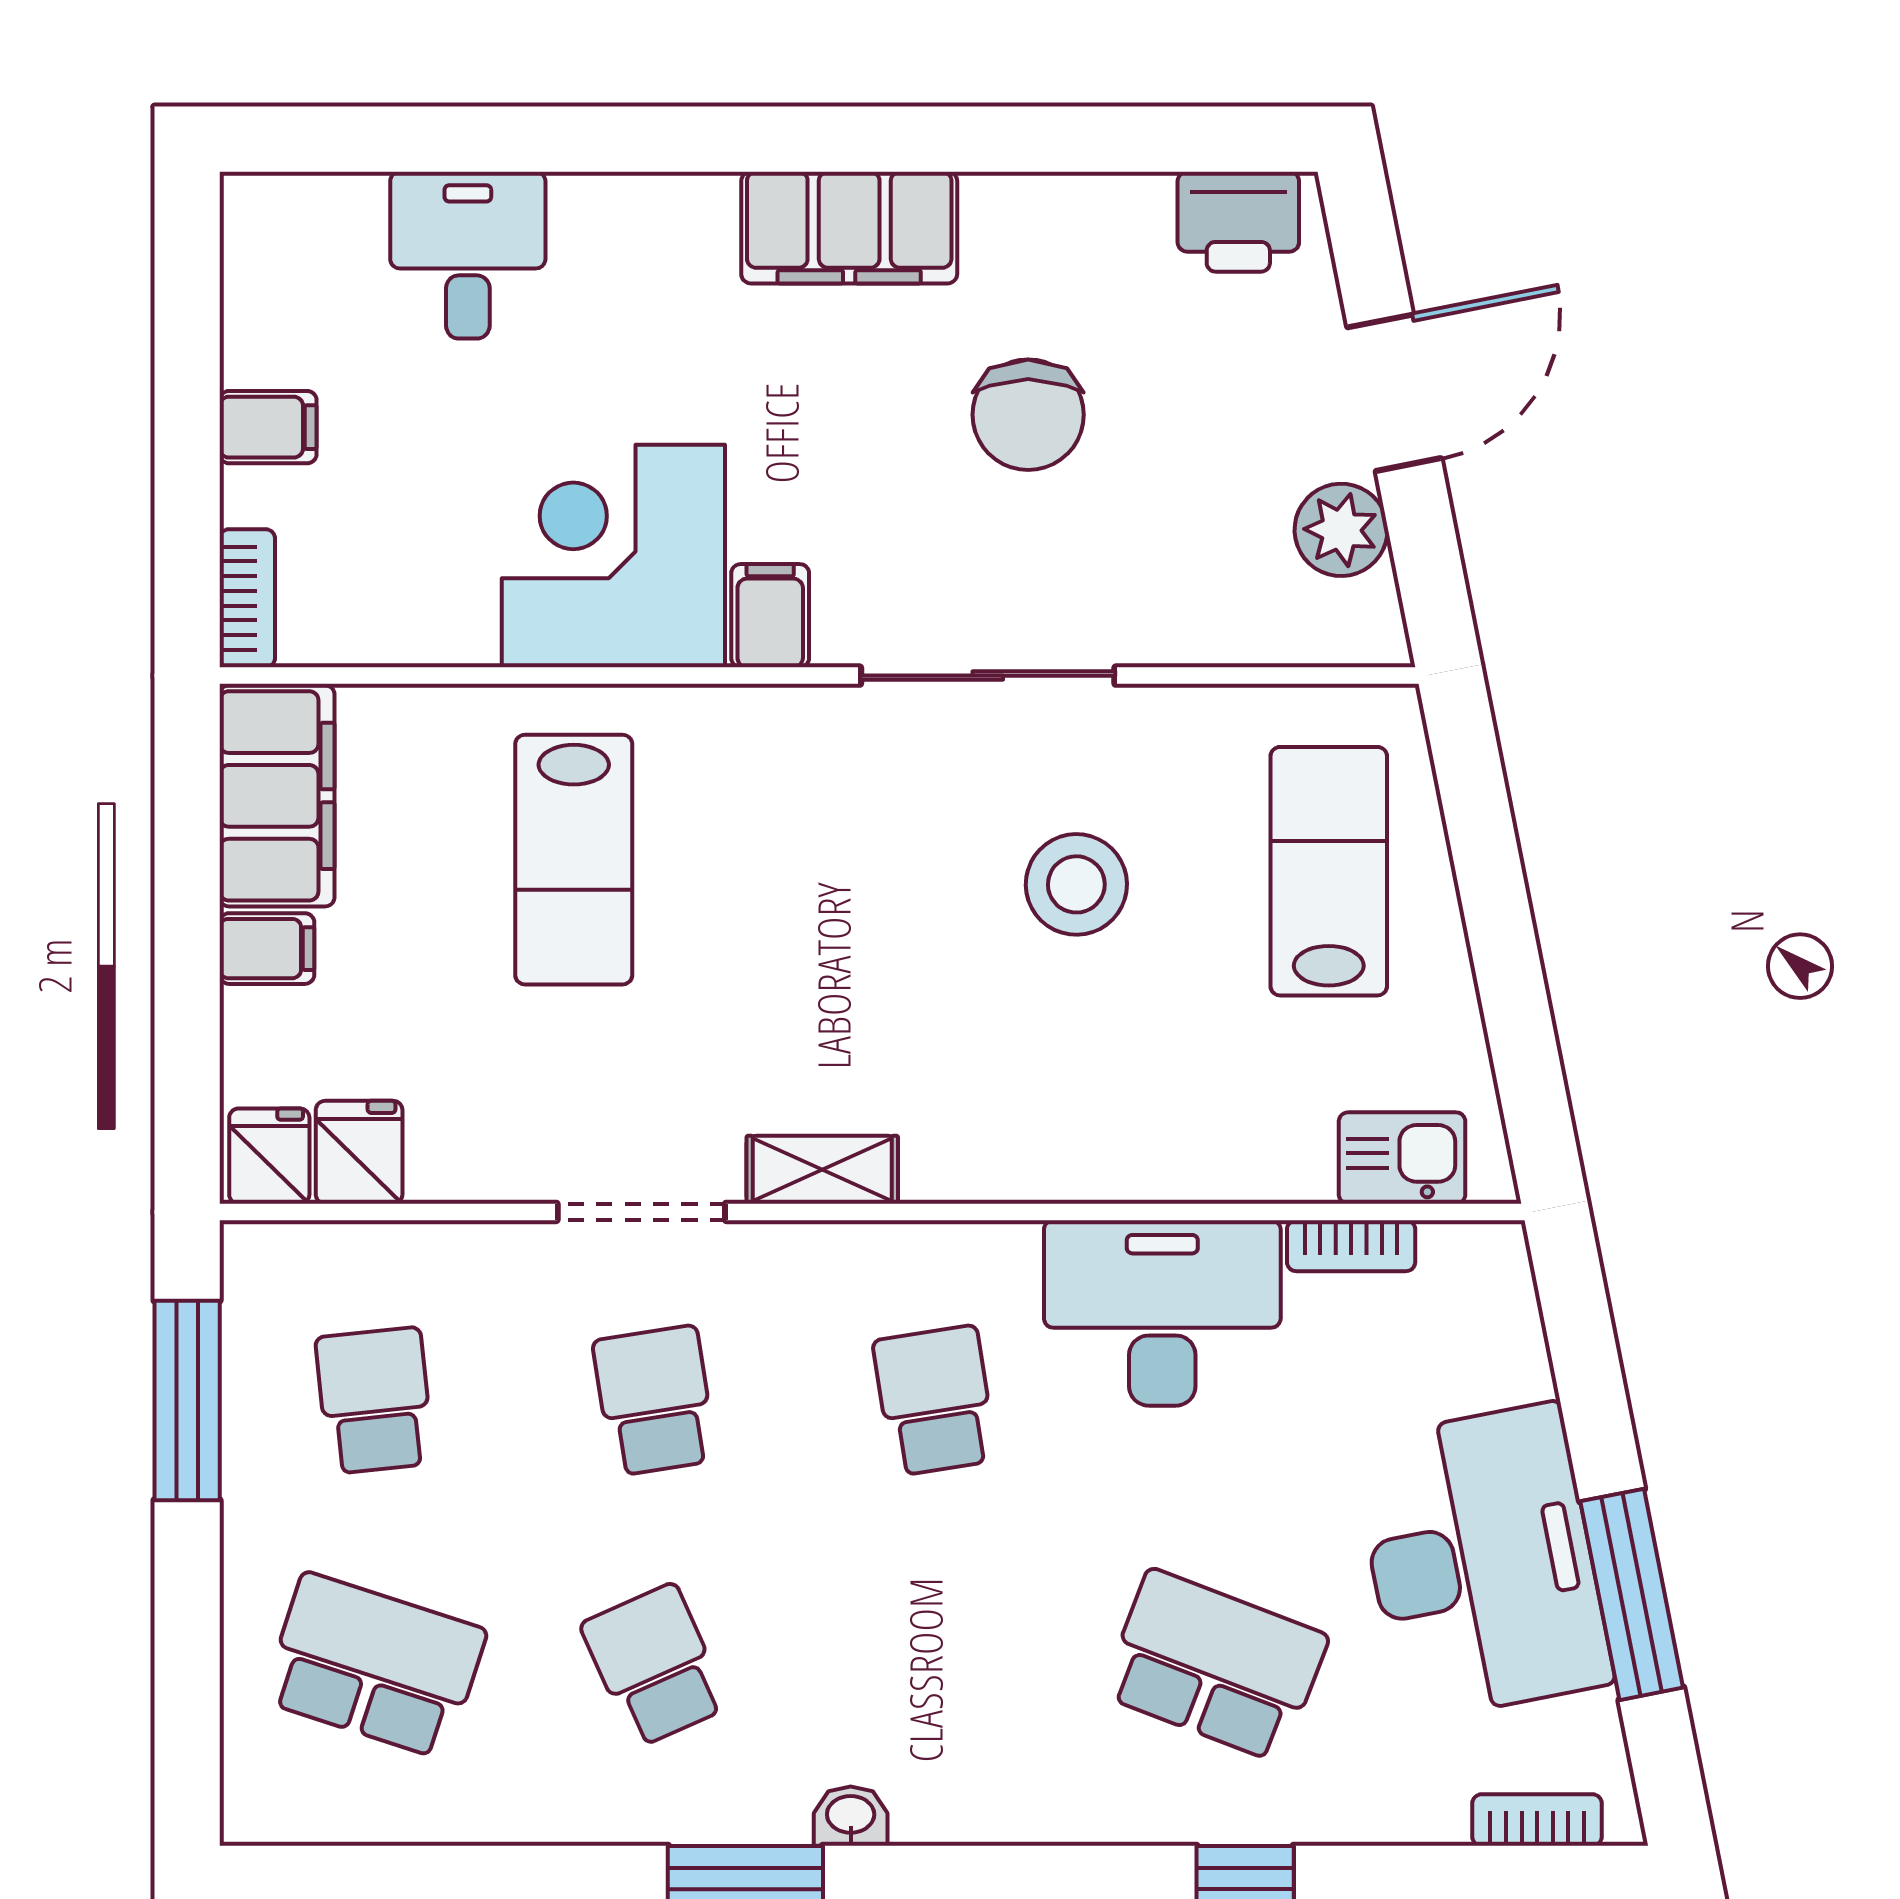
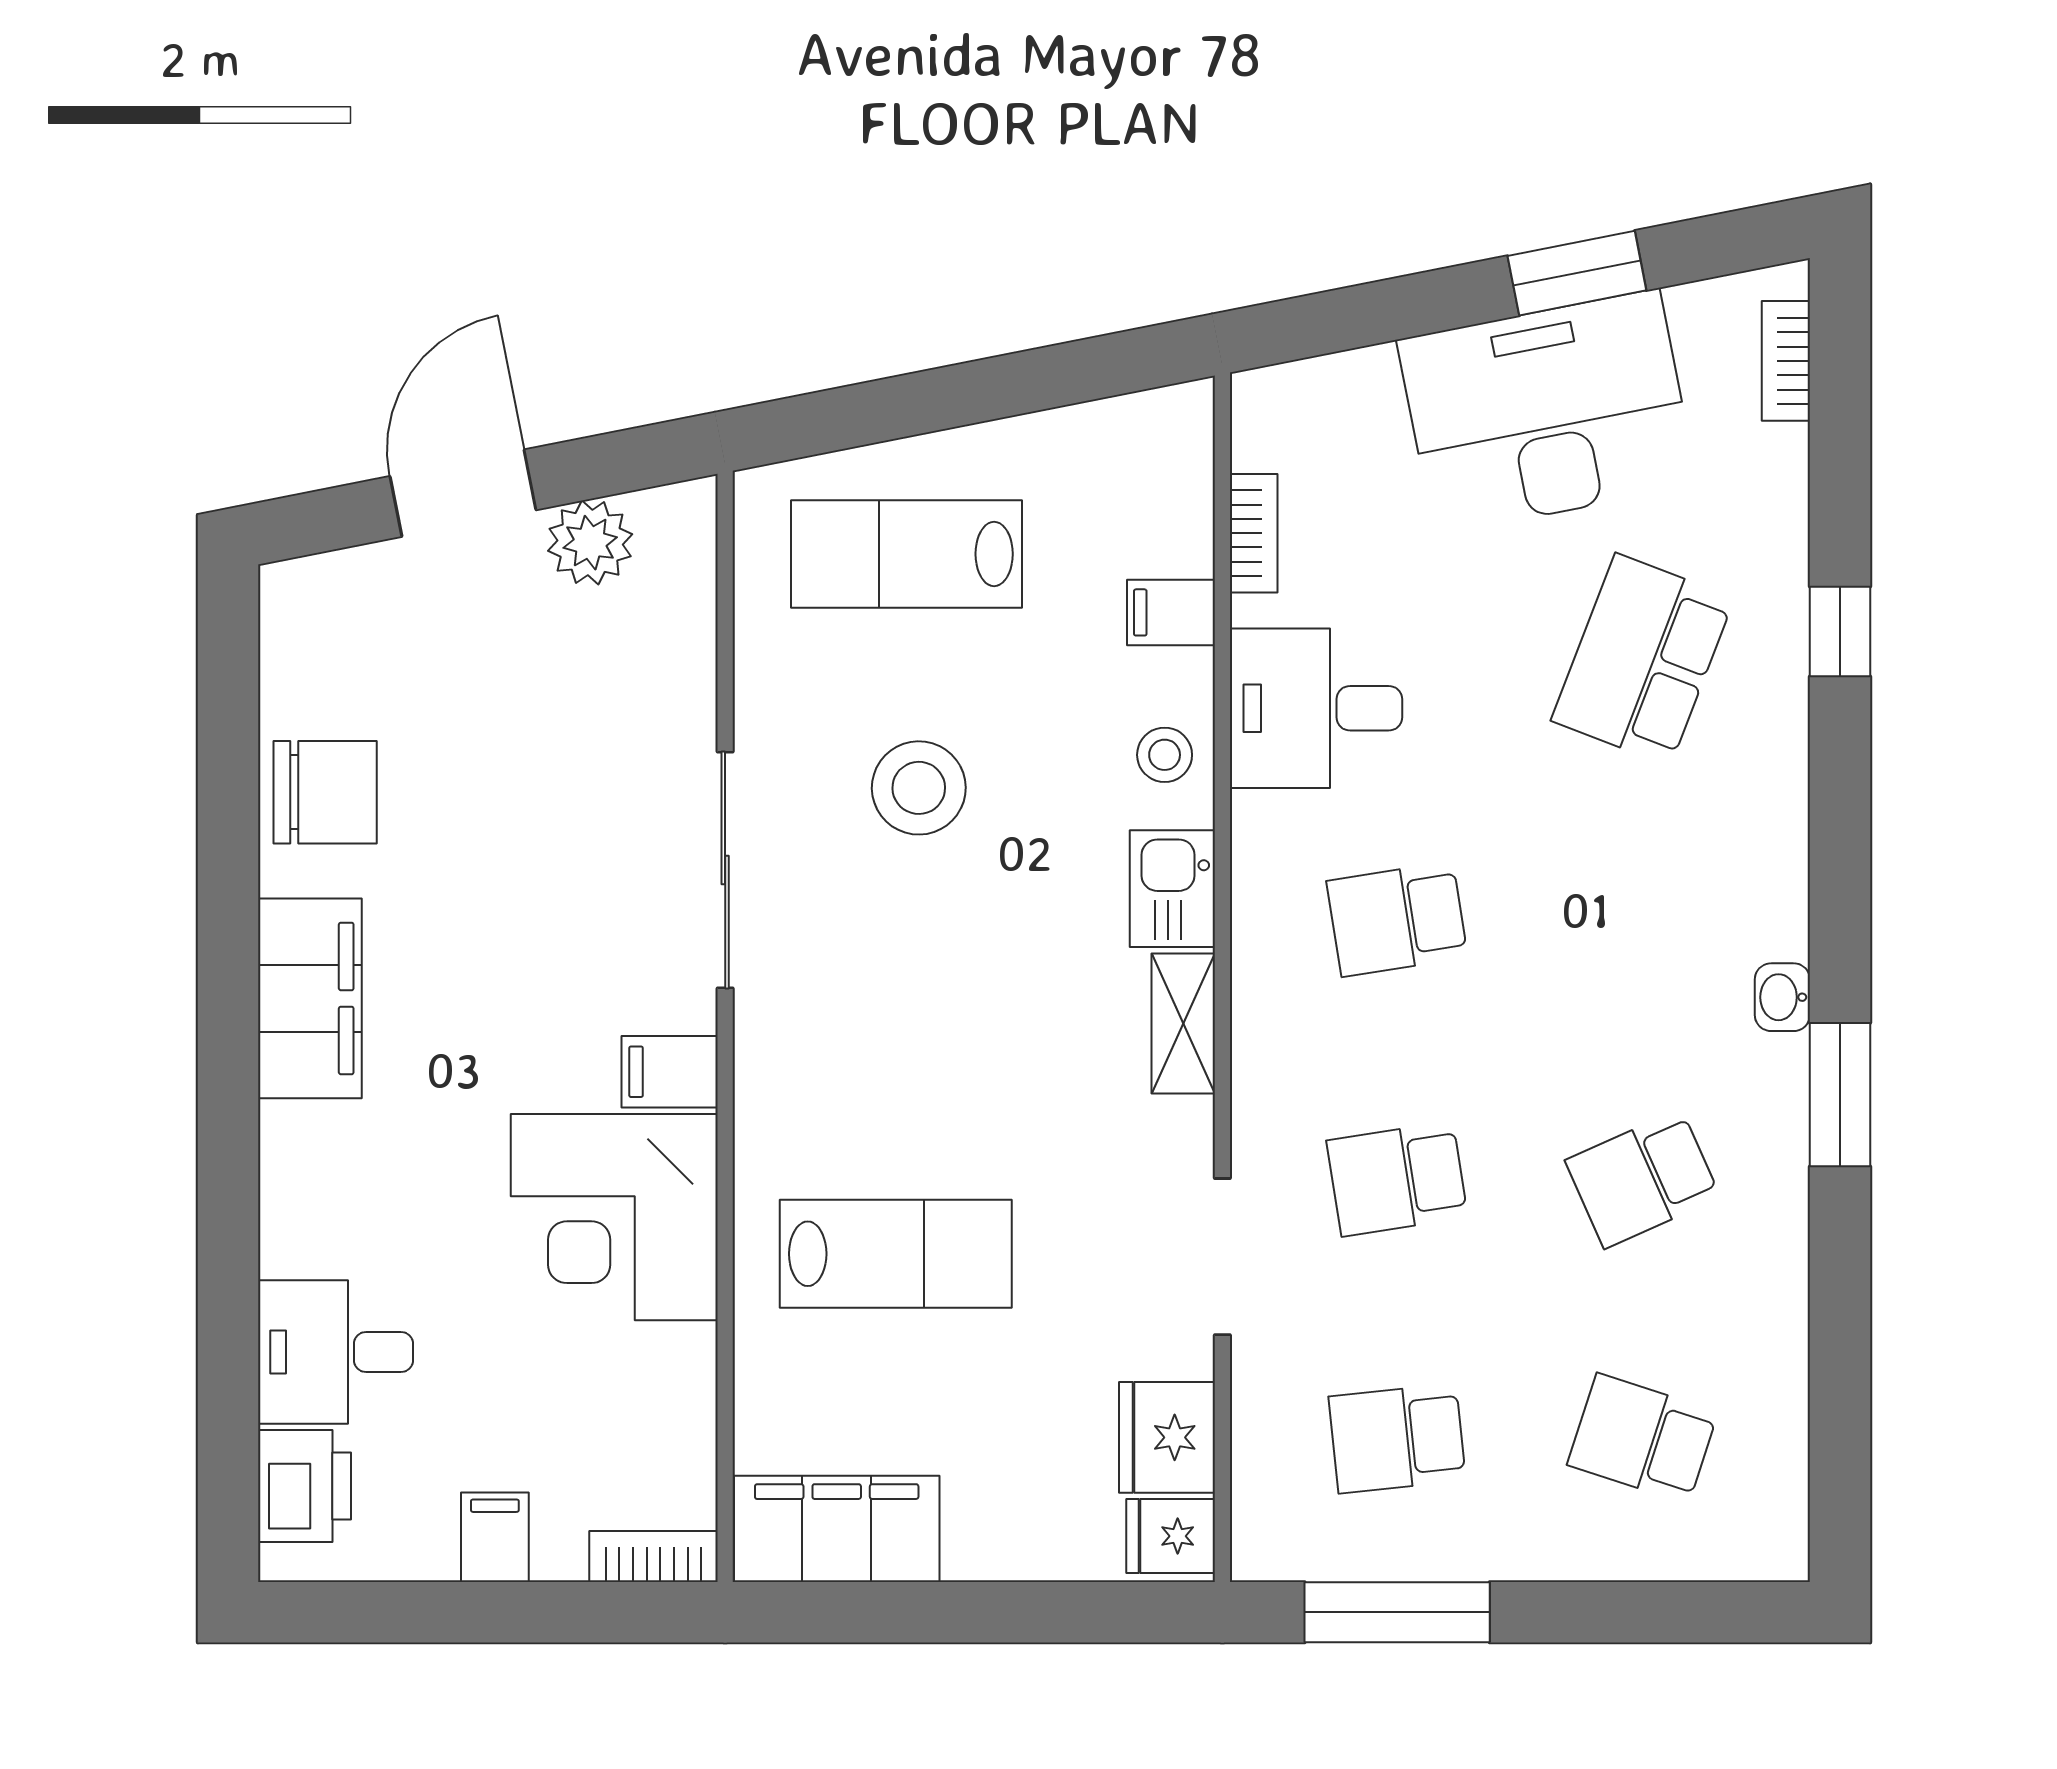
printer: (1238, 222) -> (304, 1486), moved
door: (1394, 393) -> (463, 493), hinge flipped
chair: (1028, 415) -> (325, 792), moved
filing cabinet: (267, 949) -> (1171, 612), moved, turned -90
stool: (1112, 1150) -> (1165, 755), added
fridge: (359, 1152) -> (1167, 1437), width x1.38
kitchen sink: (1402, 1158) -> (1172, 889), moved
doorway: (641, 1212) -> (1222, 1257), moved
desk: (1162, 1313) -> (1316, 708), width x0.73
window: (1632, 1594) -> (1577, 273), width x0.69
school desk: (375, 1665) -> (1643, 1438), width x0.54

